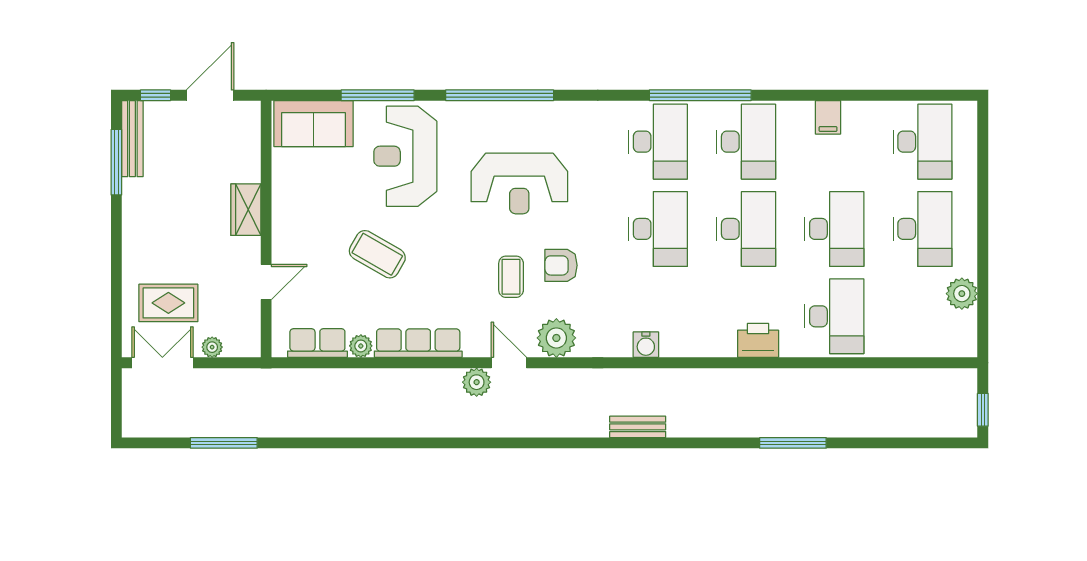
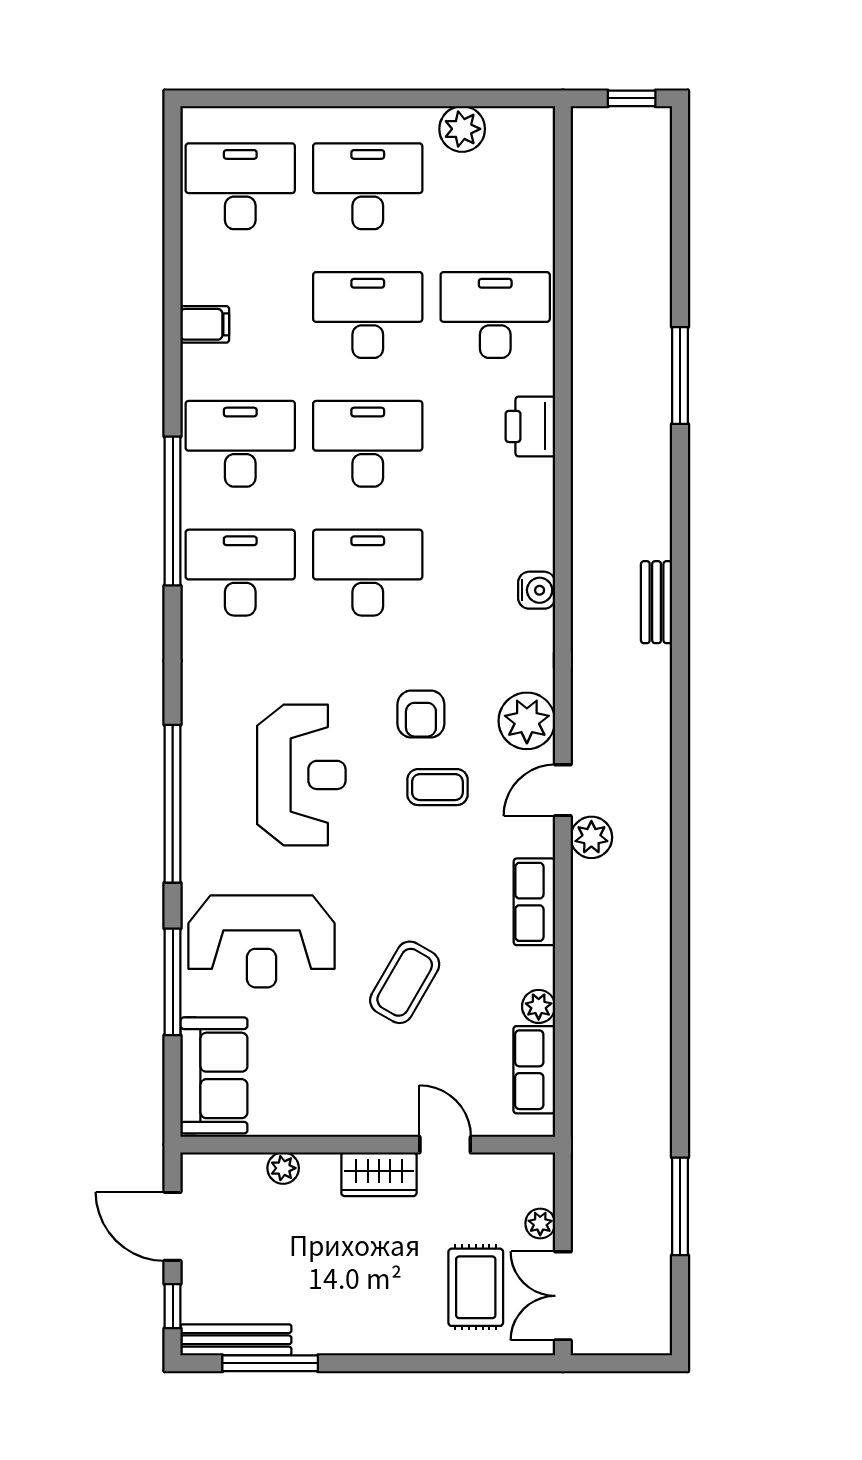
plant: (250, 171) -> (283, 1168), added
wardrobe: (246, 210) -> (379, 1174), moved
row of seats: (418, 343) -> (534, 902), width x0.68

